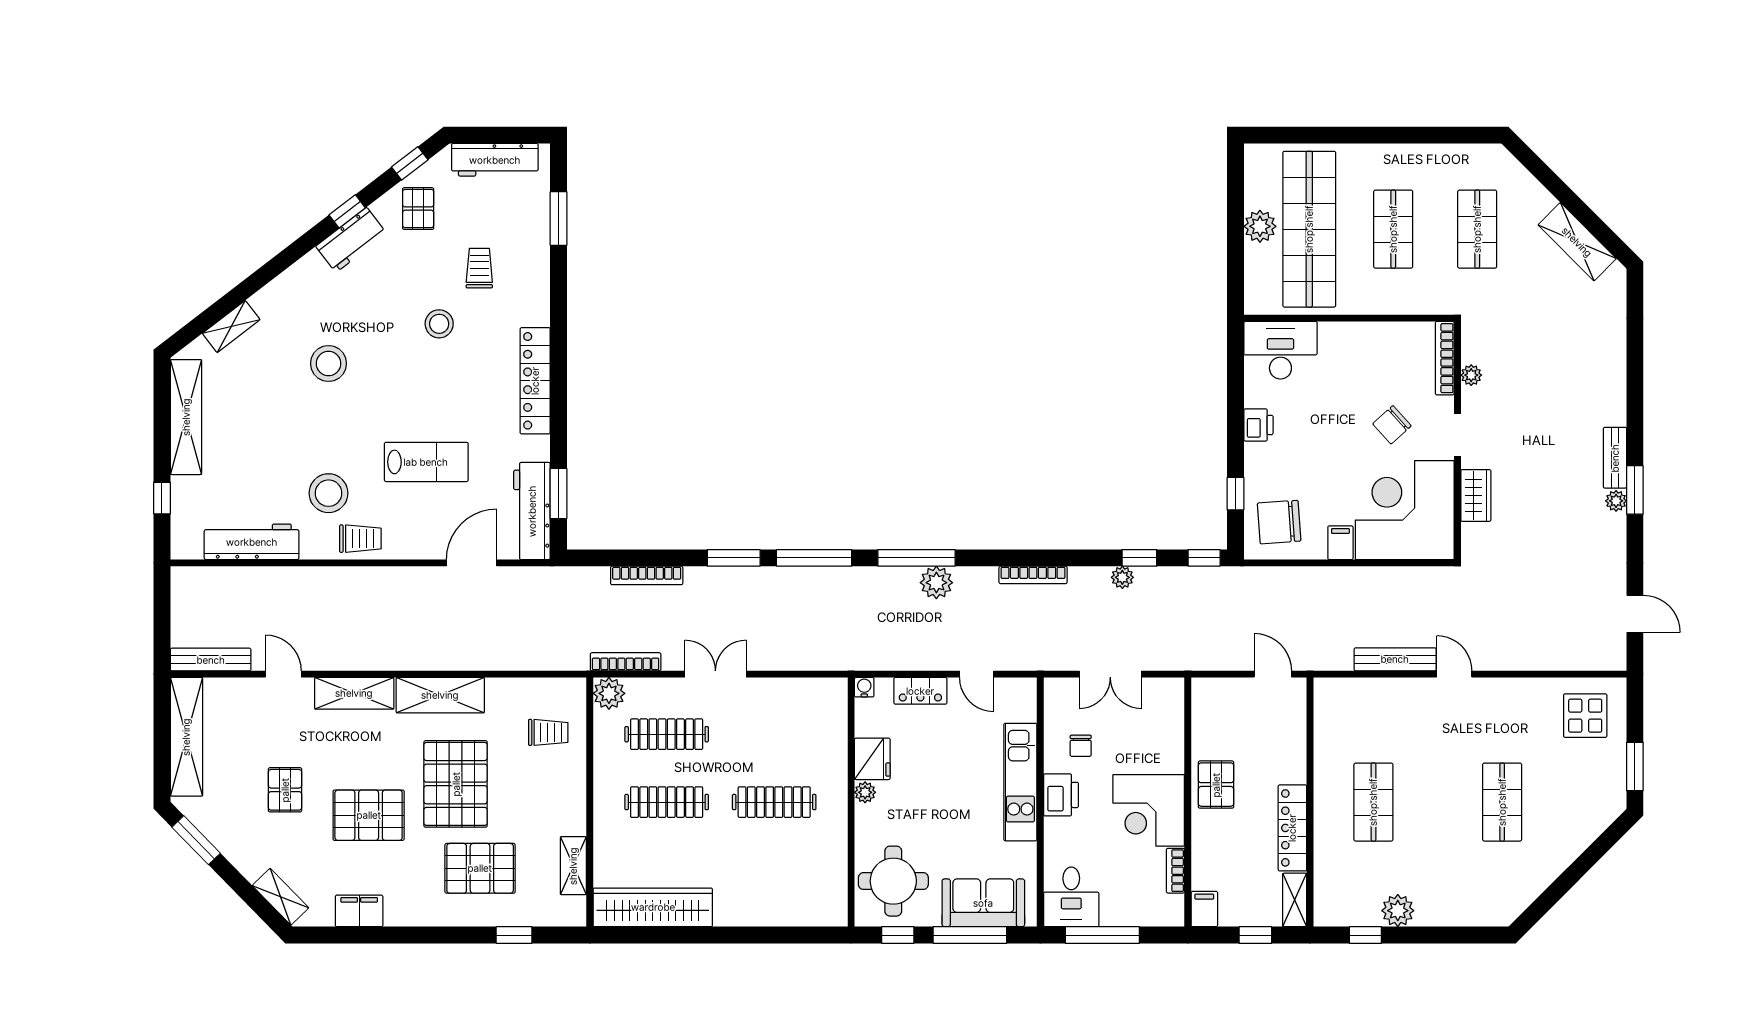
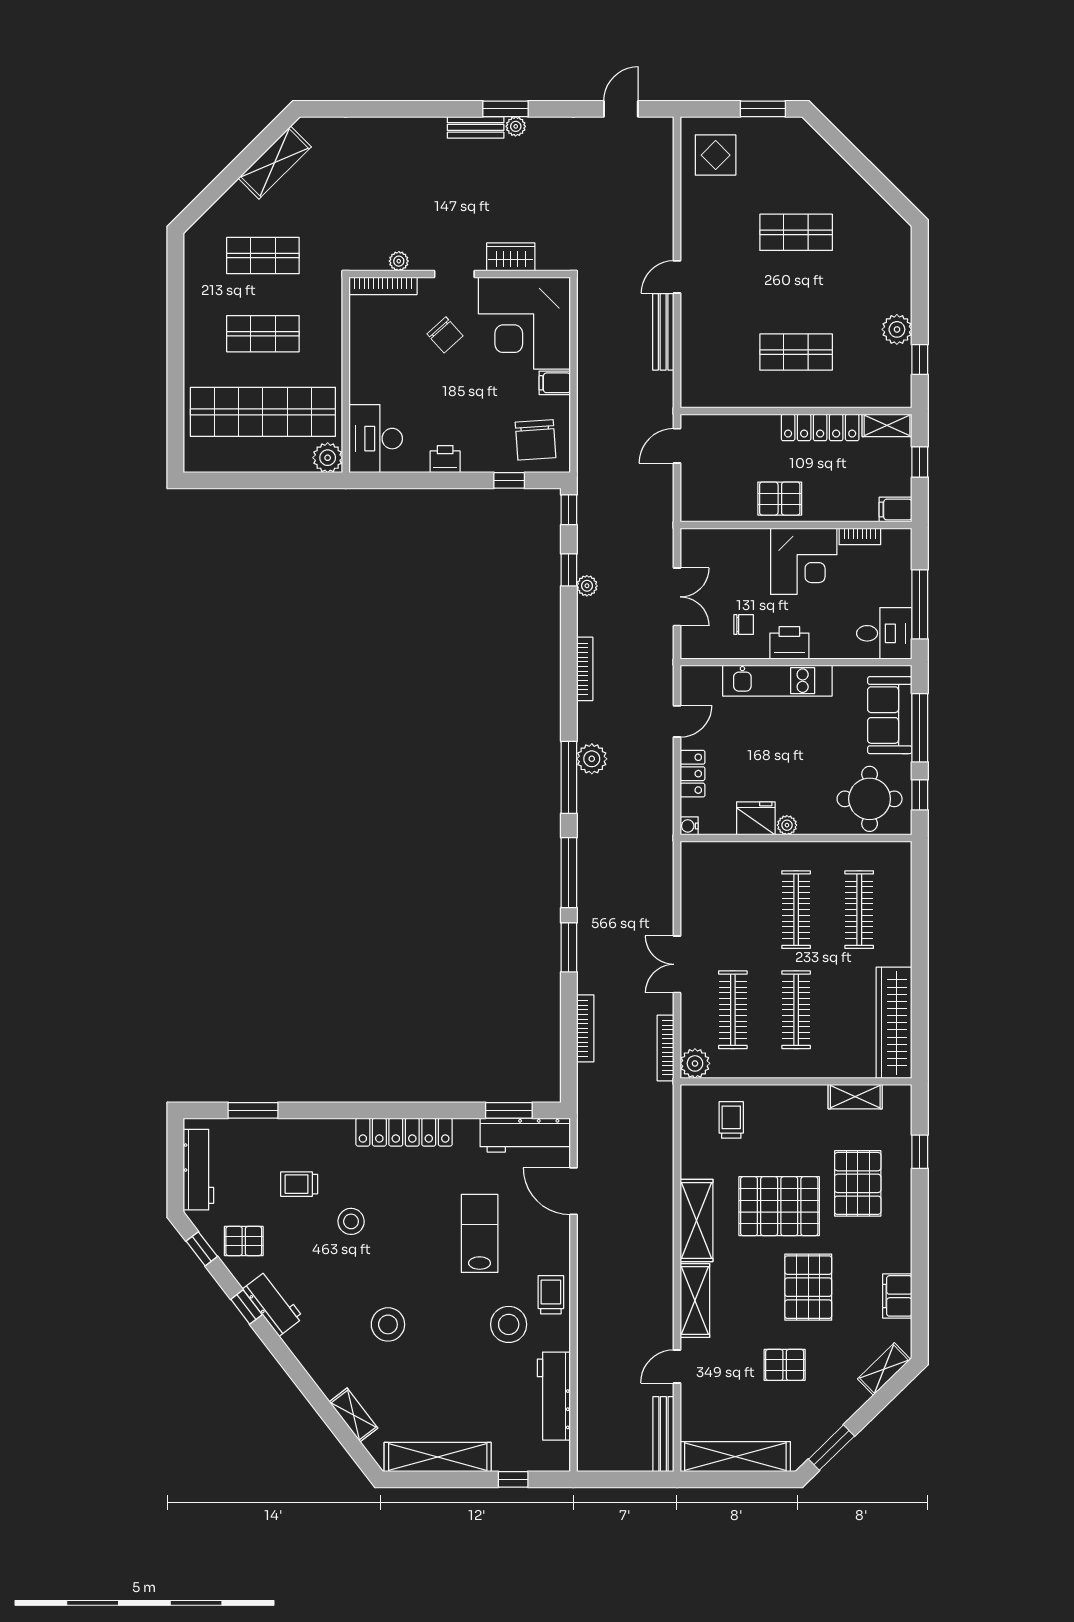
plant: (1260, 226) -> (328, 458), moved
clothes rail: (774, 870) -> (859, 910), added

